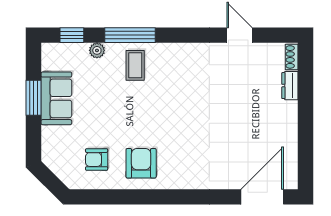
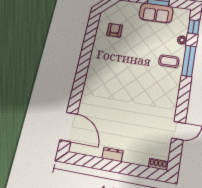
dresser: (290, 86) -> (112, 154), moved
armchair: (141, 163) -> (107, 55), removed

